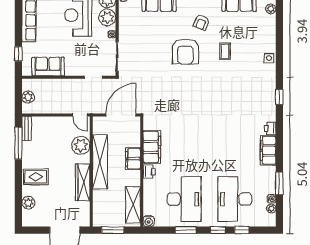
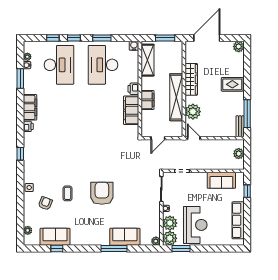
armchair: (201, 23) -> (45, 203), moved
door: (121, 115) -> (158, 138), width x0.53
plant: (28, 203) -> (239, 47), moved

